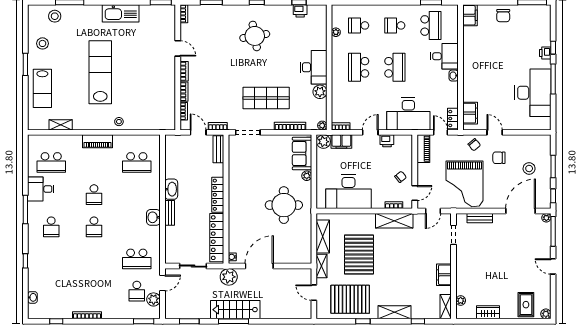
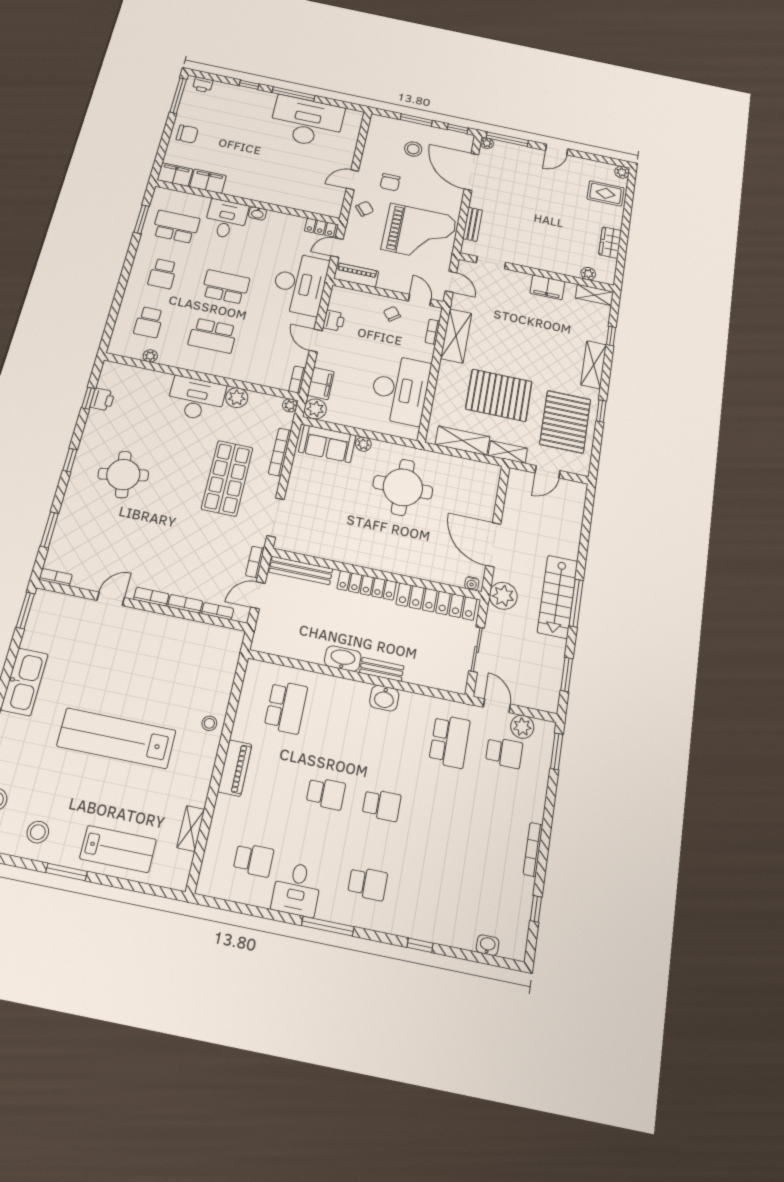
printer: (545, 53) -> (203, 85), moved
filing cabinet: (470, 113) -> (208, 181), moved
bench: (218, 149) -> (301, 570), width x1.36
school desk: (51, 162) -> (254, 860), width x0.54

